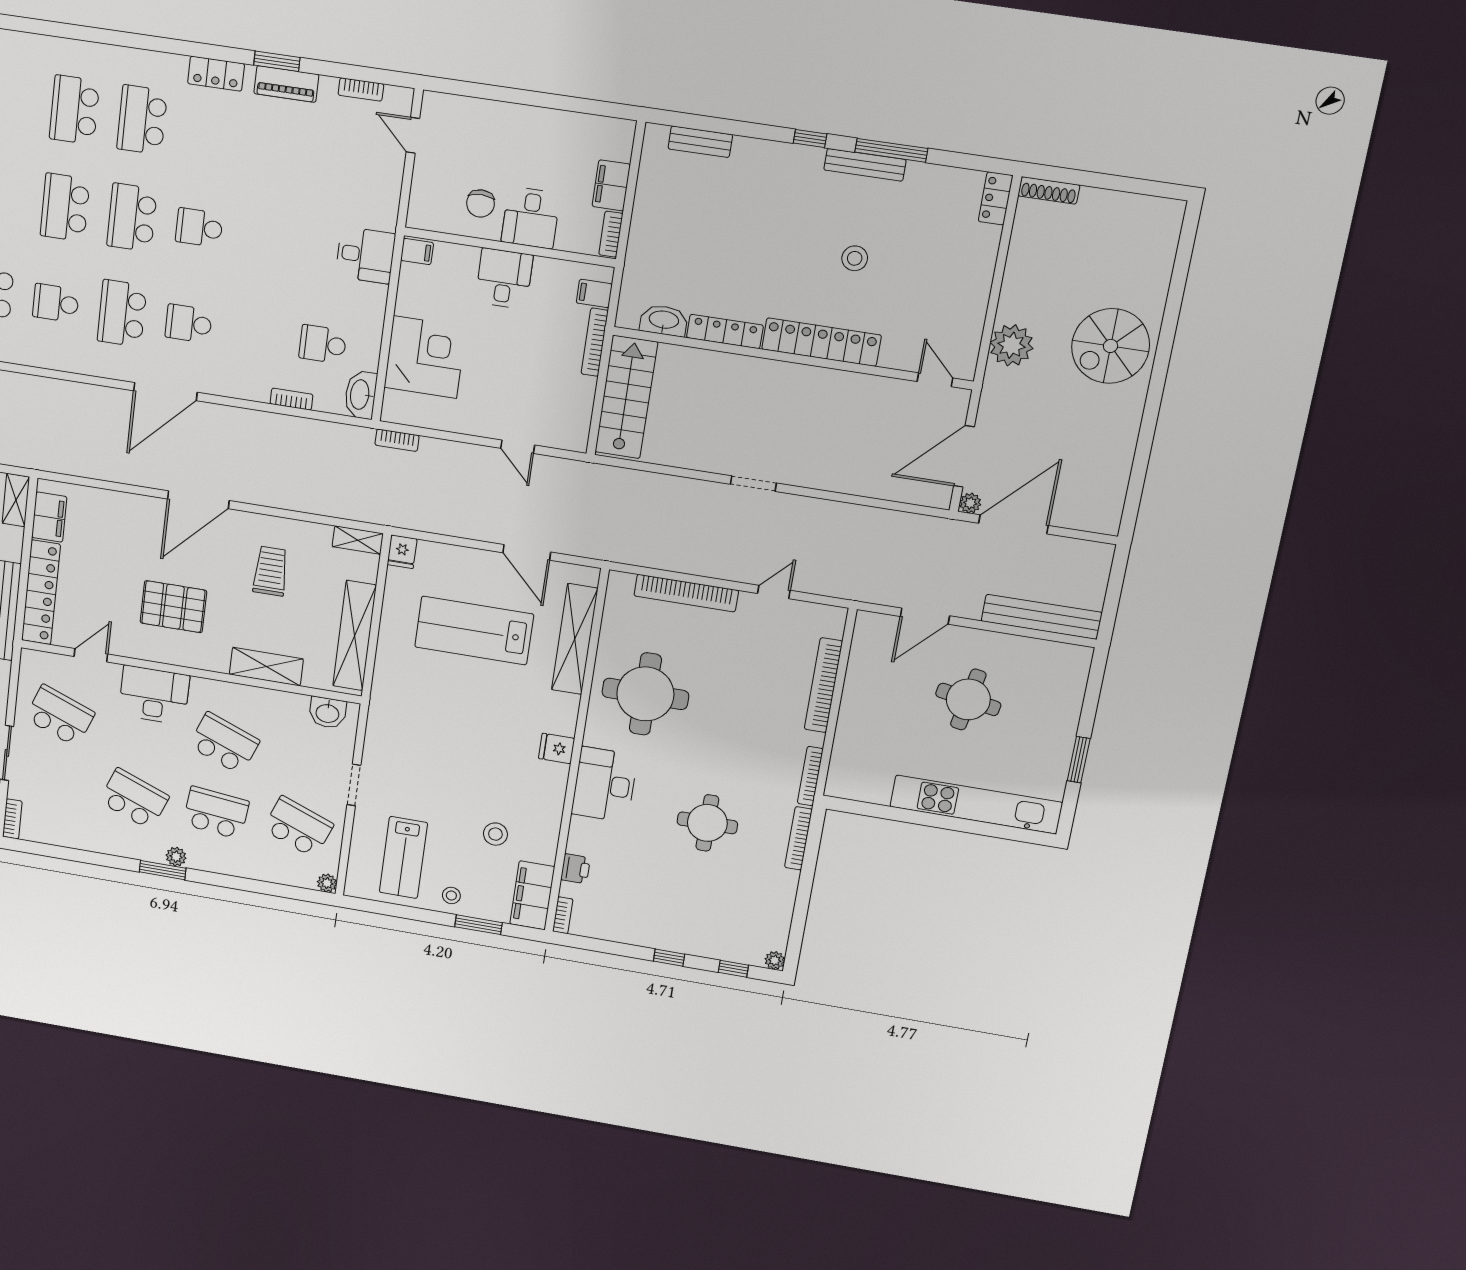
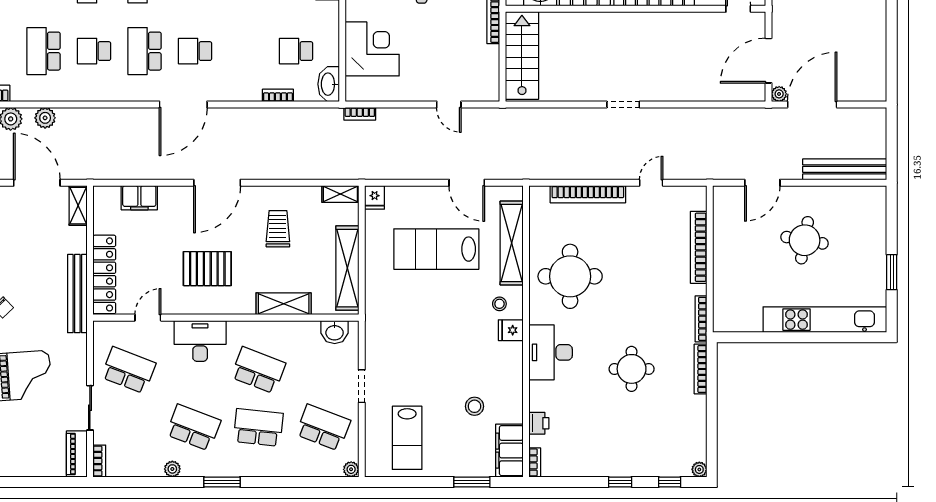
filing cabinet: (49, 517) -> (139, 198), moved, turned 90
plant: (176, 857) -> (172, 469), moved
stool: (451, 895) -> (499, 304), moved

